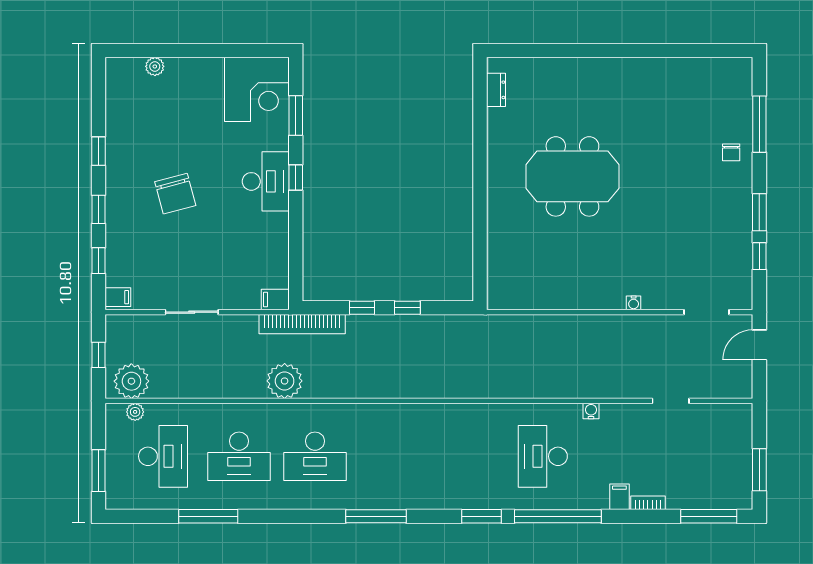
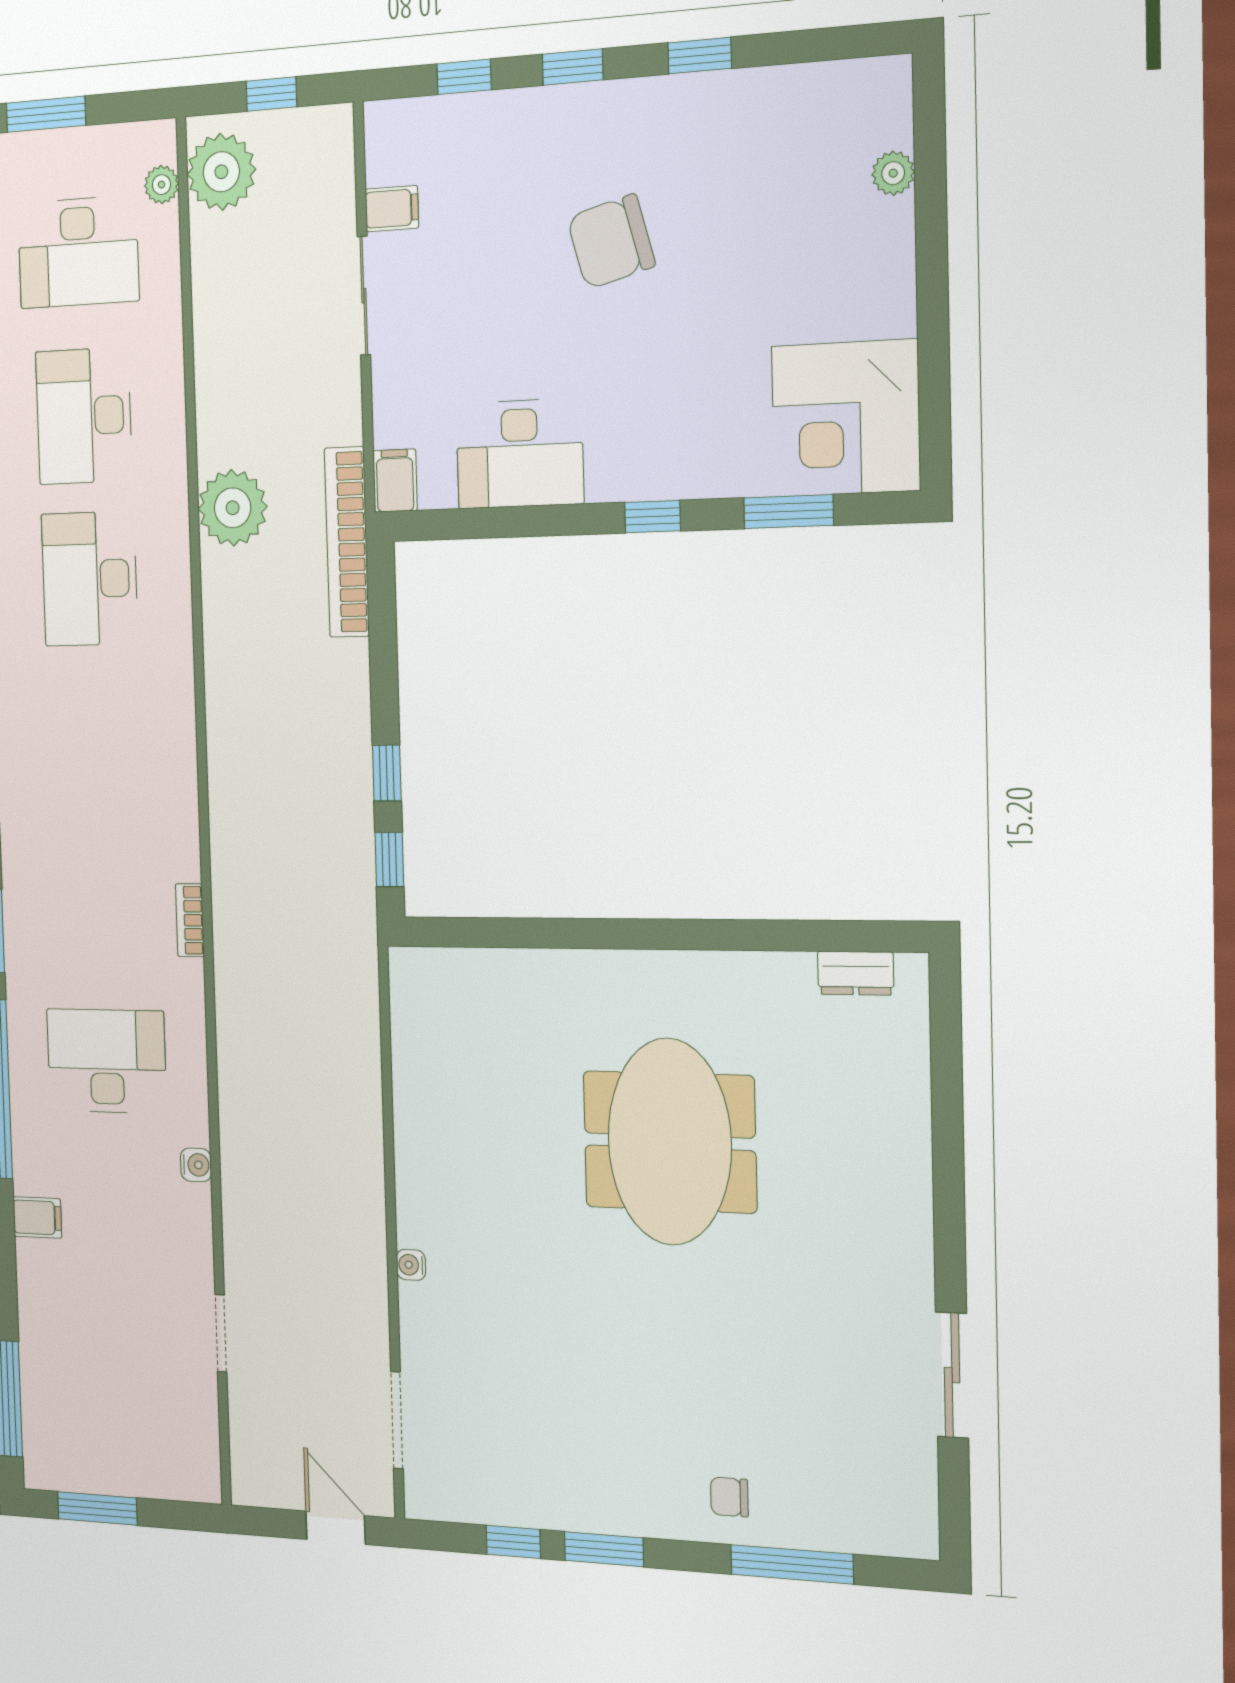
sliding door: (670, 50) -> (952, 1375), added
desk: (266, 181) -> (520, 454), moved
filing cabinet: (118, 297) -> (392, 209), moved, turned -90
window: (362, 308) -> (389, 859), moved
bookcase: (648, 503) -> (190, 920), moved, turned 180

